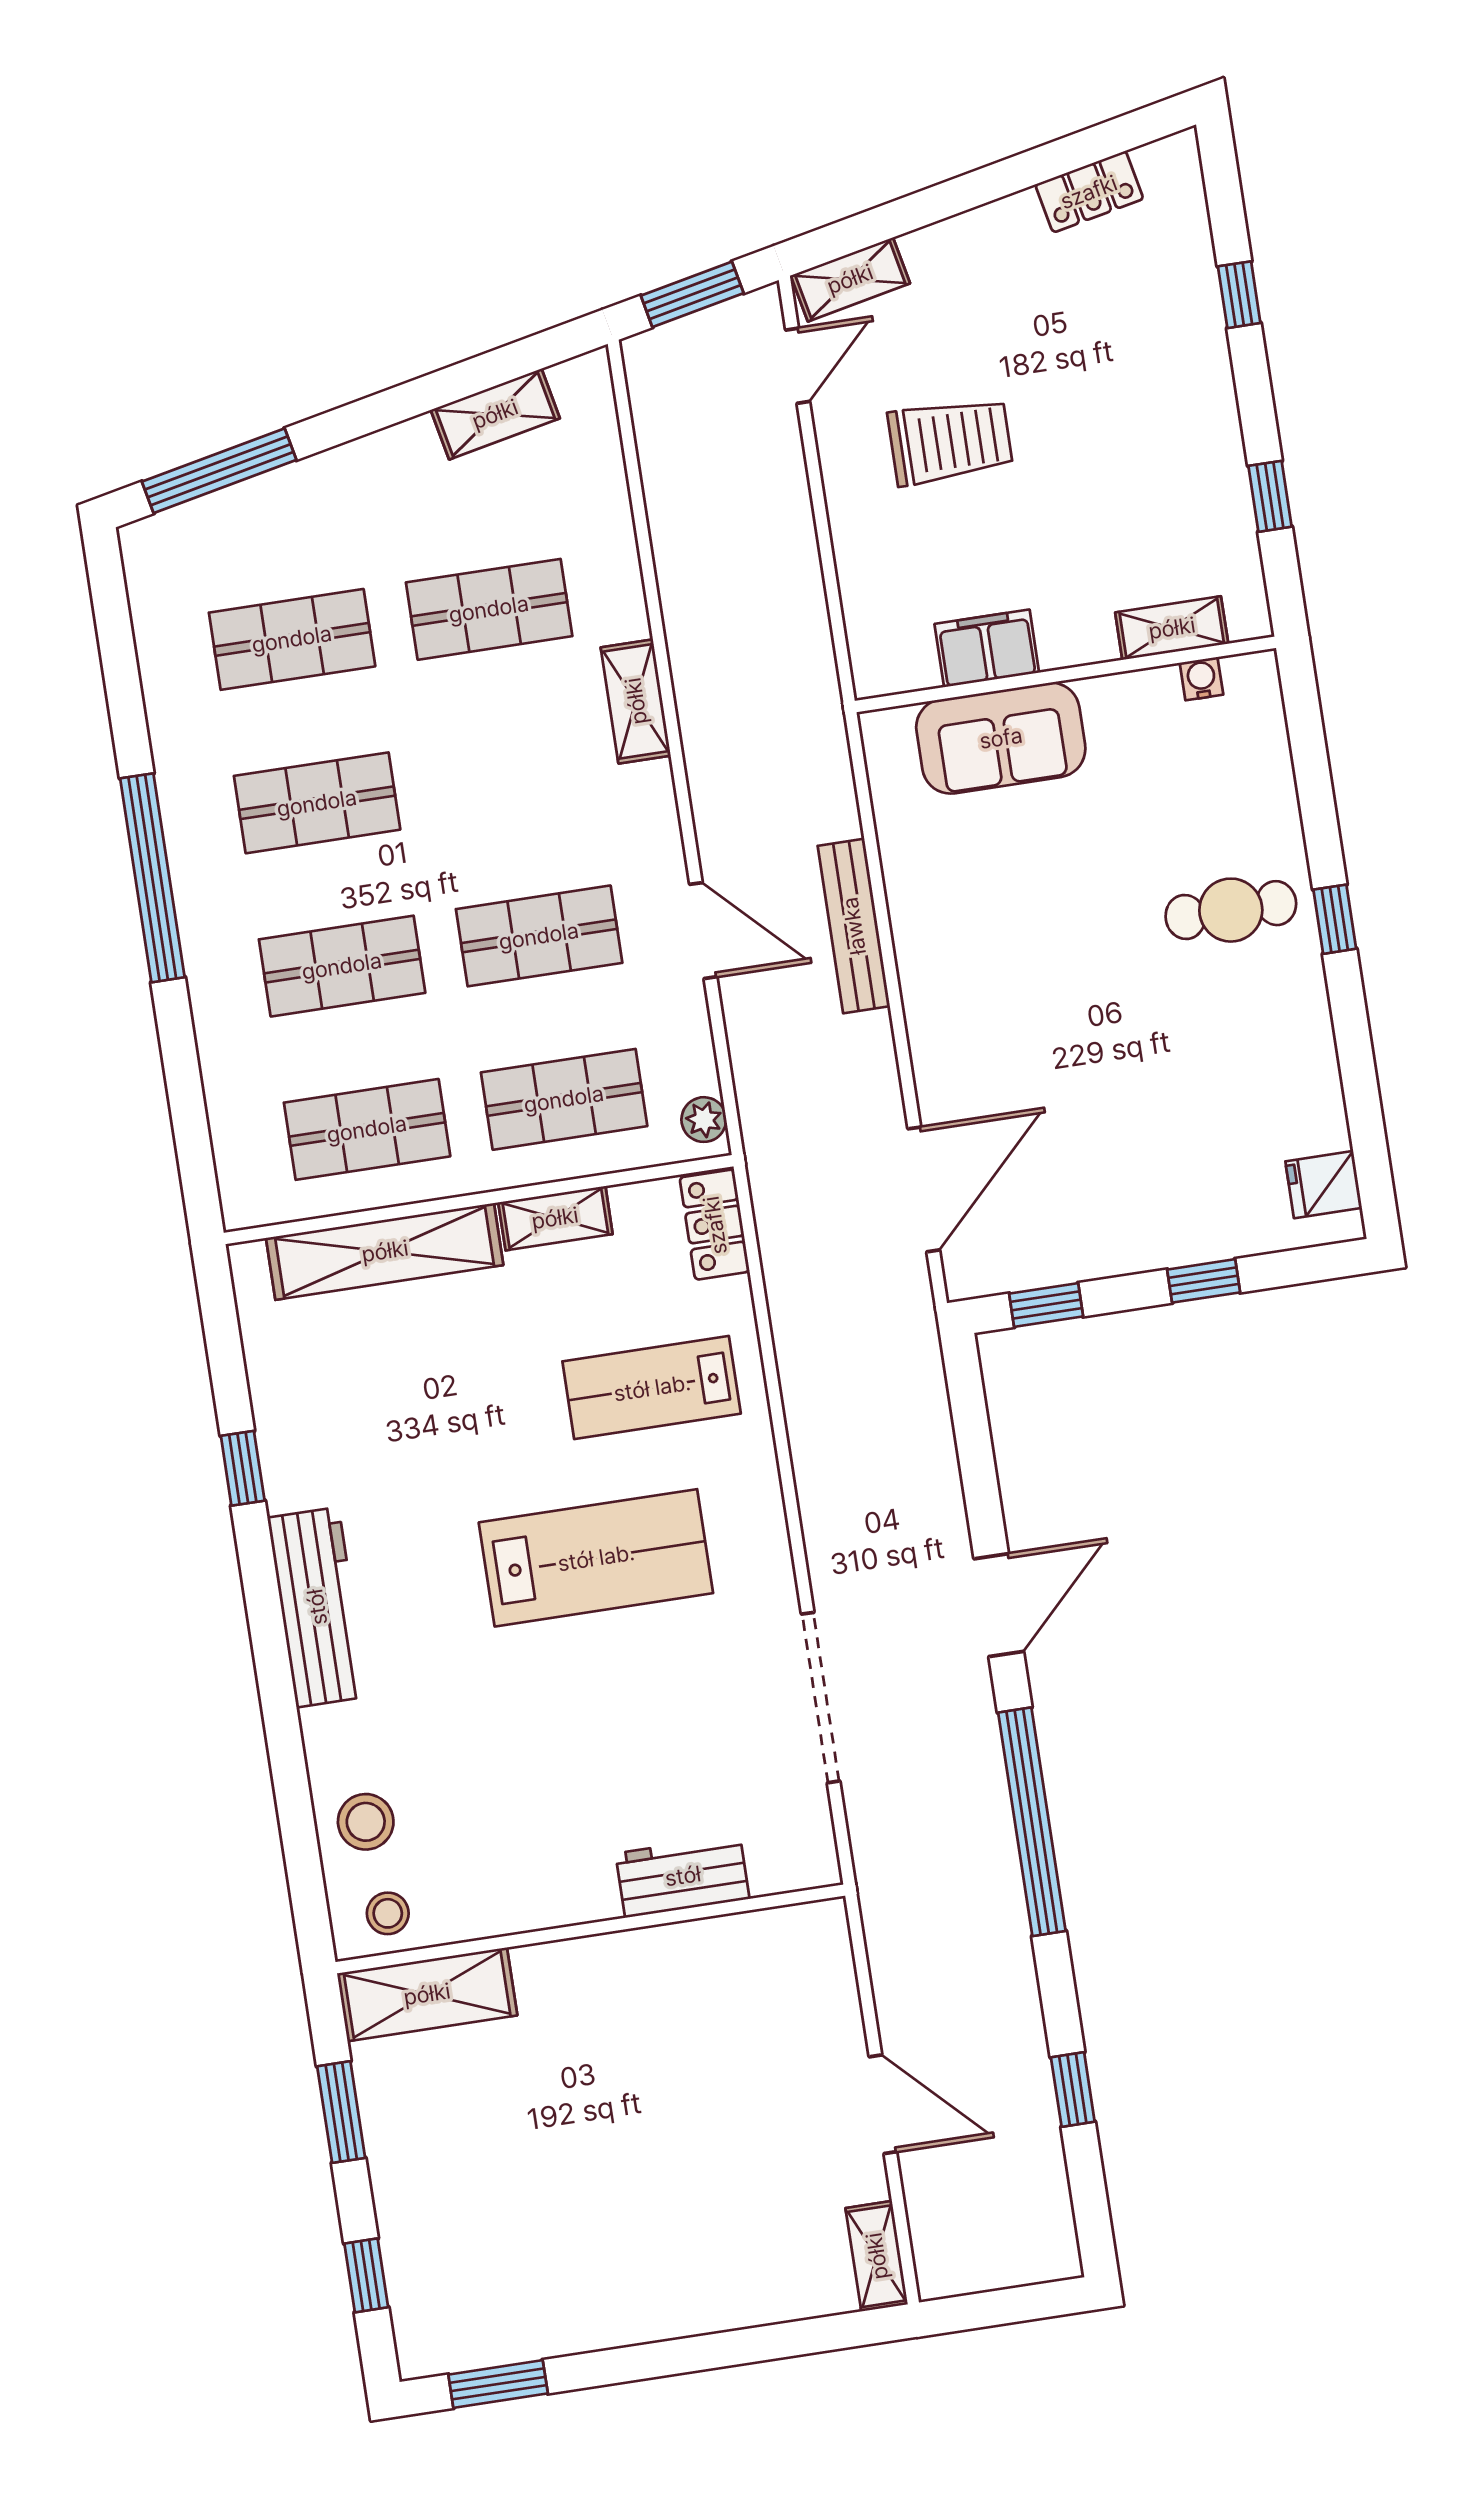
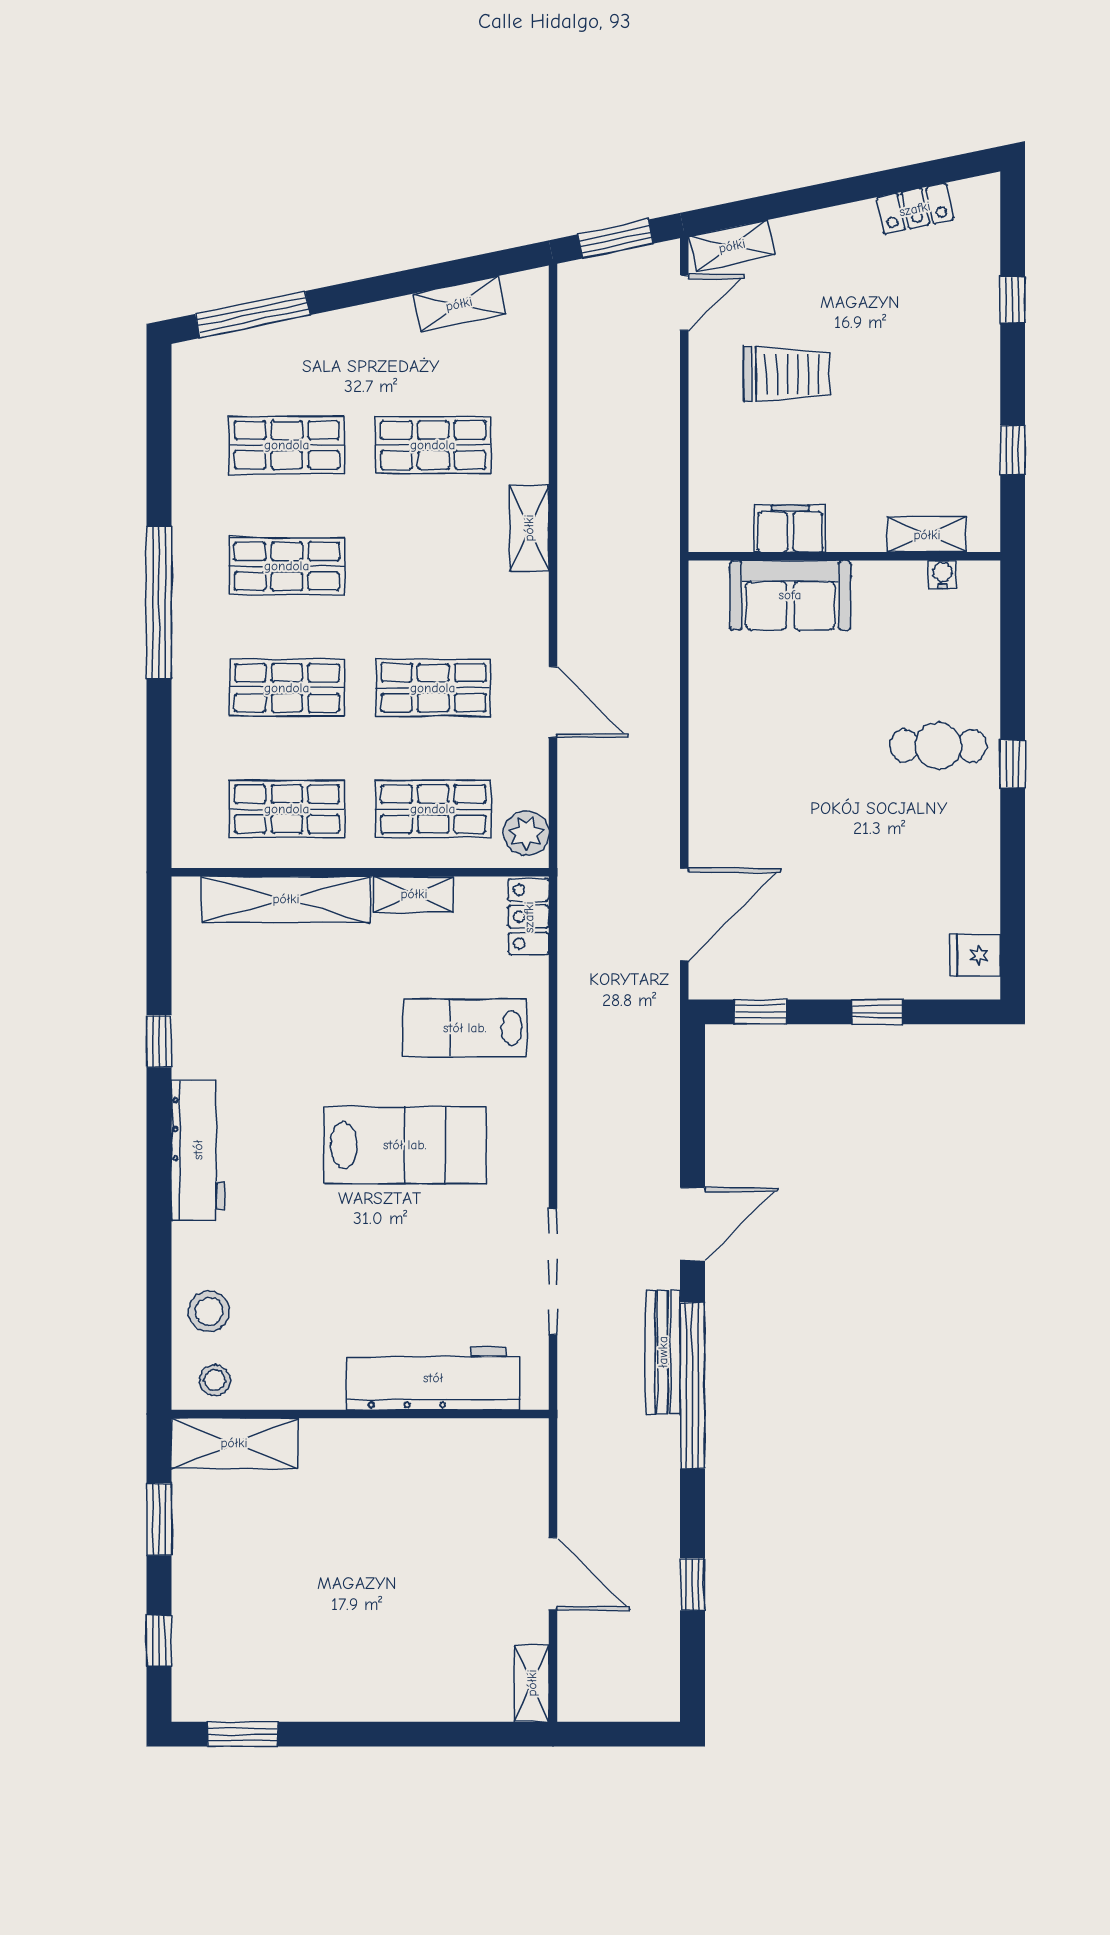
bench: (854, 926) -> (663, 1352), moved
plant: (704, 1120) -> (526, 833), width x1.38, depth x1.38
workbench: (683, 1876) -> (433, 1378), width x1.88, depth x1.32

